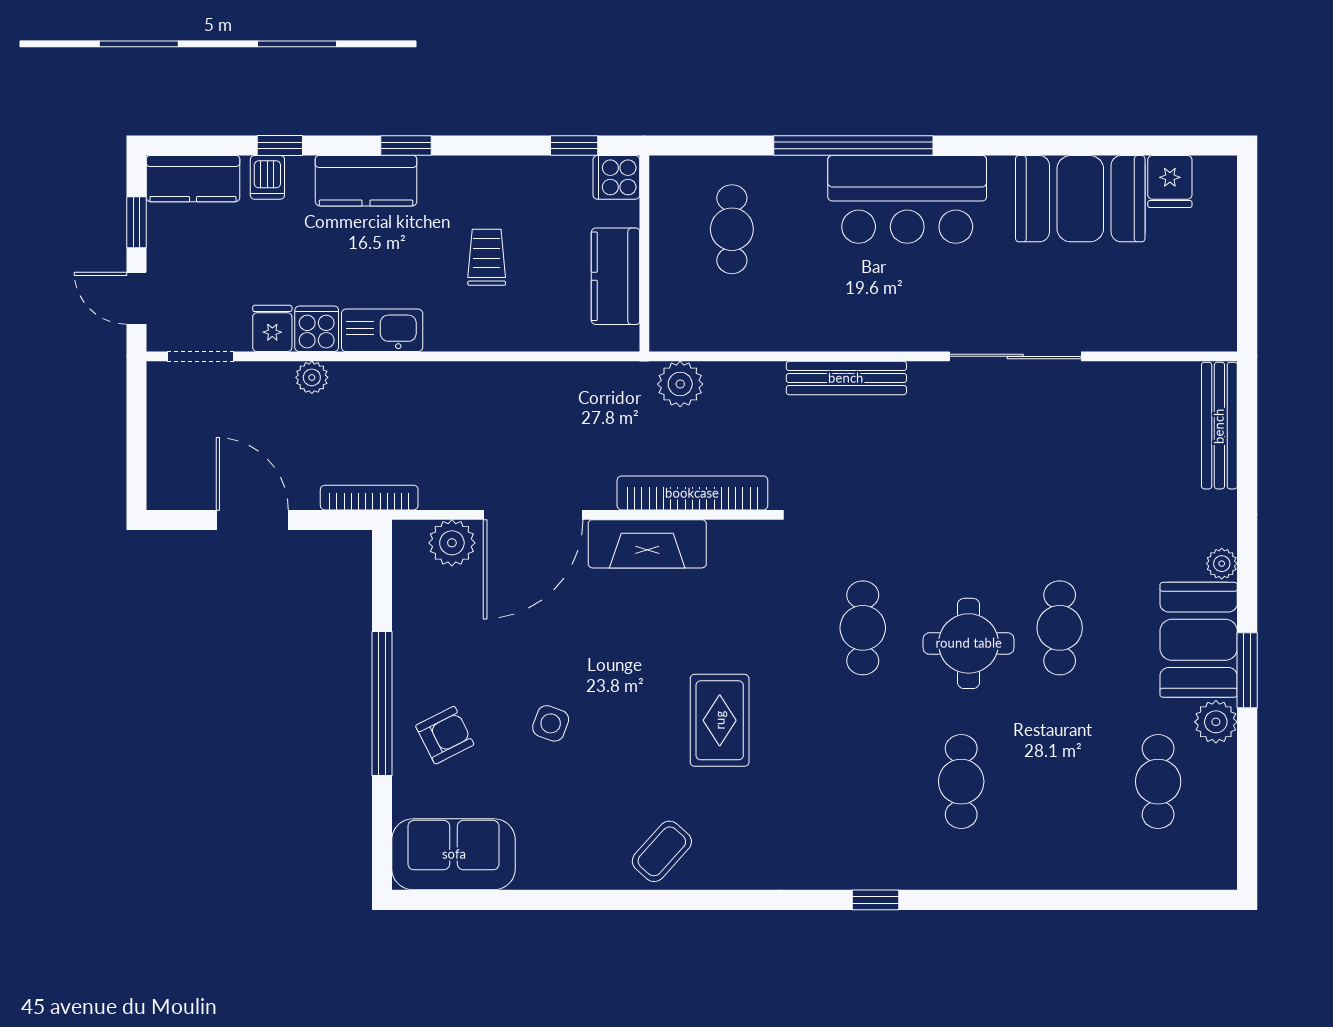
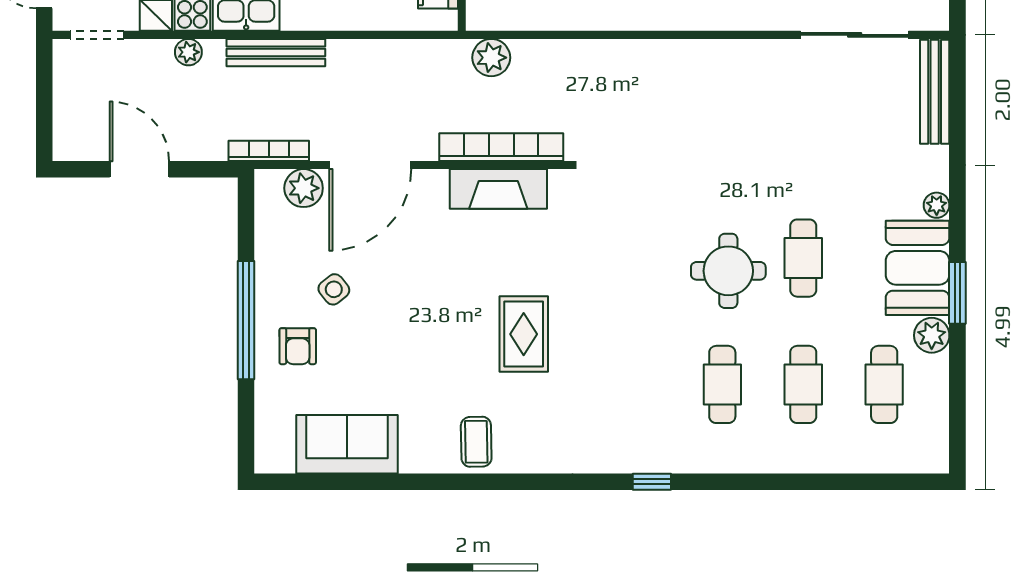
sliding door: (1015, 356) -> (855, 35), moved
bench: (846, 378) -> (276, 53), moved
bookcase: (369, 498) -> (269, 151), moved
fireplace: (647, 544) -> (498, 189), moved
cafe table: (863, 628) -> (803, 384), moved
side table: (551, 723) -> (334, 289), moved, turned 31
armchair: (445, 735) -> (298, 346), turned 117
coffee table: (662, 851) -> (476, 442), turned -43
sofa: (454, 854) -> (347, 444), moved

